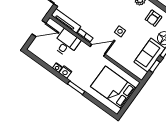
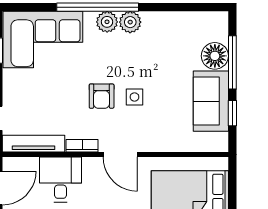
armchair: (153, 18) -> (102, 96), moved
door: (98, 50) -> (120, 154), swing flipped

